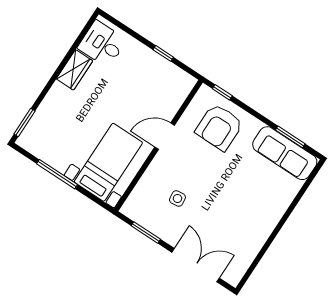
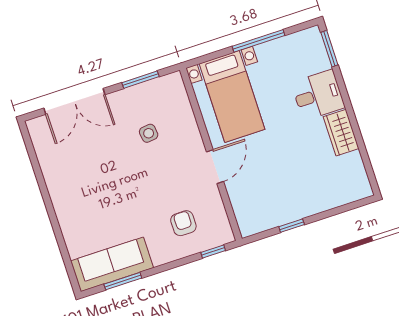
desk: (102, 44) -> (318, 95), moved
armchair: (219, 127) -> (183, 223), width x0.53, depth x0.53

